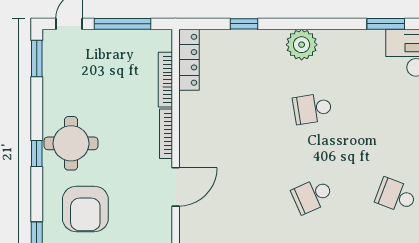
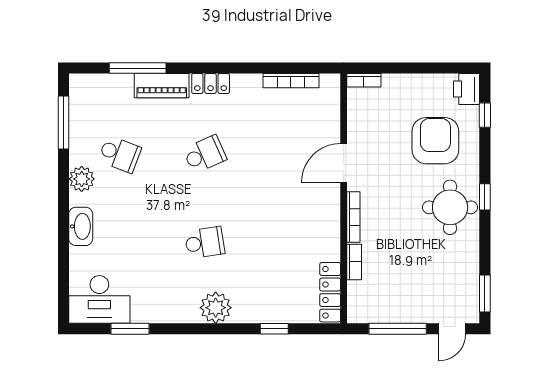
bookcase: (165, 80) -> (354, 262), width x0.64

